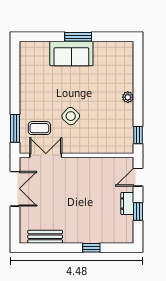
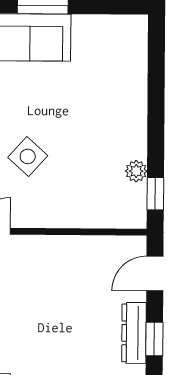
plant: (128, 97) -> (136, 171), moved
dresser: (127, 204) -> (134, 333), width x1.44

